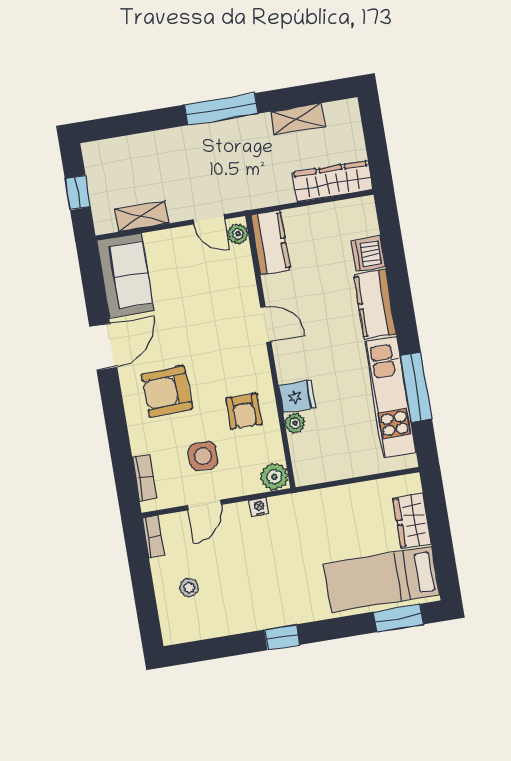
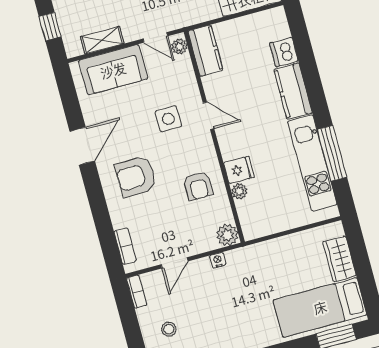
sofa: (125, 276) -> (113, 70), moved, turned 90
side table: (203, 456) -> (168, 119), moved

